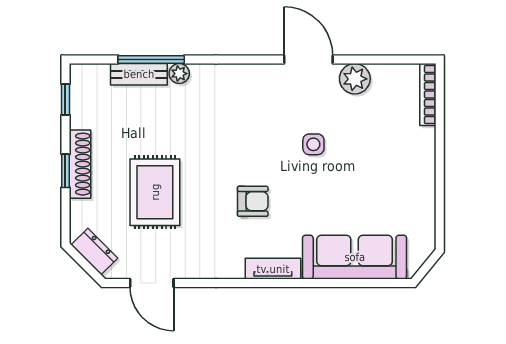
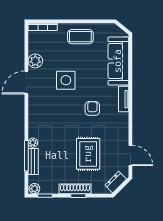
plant: (80, 77) -> (34, 189), added
side table: (313, 144) -> (66, 80), width x1.87, depth x1.87
coffee table: (407, 176) -> (80, 37), added
rug: (155, 192) -> (88, 154), turned 90
door: (152, 283) -> (130, 155), hinge flipped

